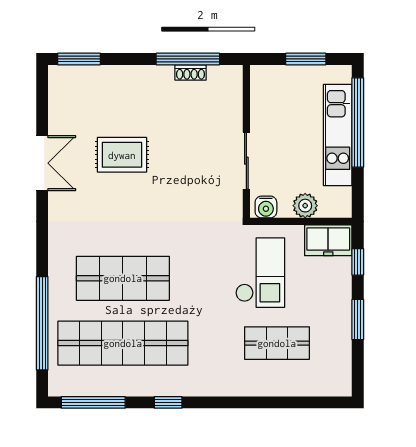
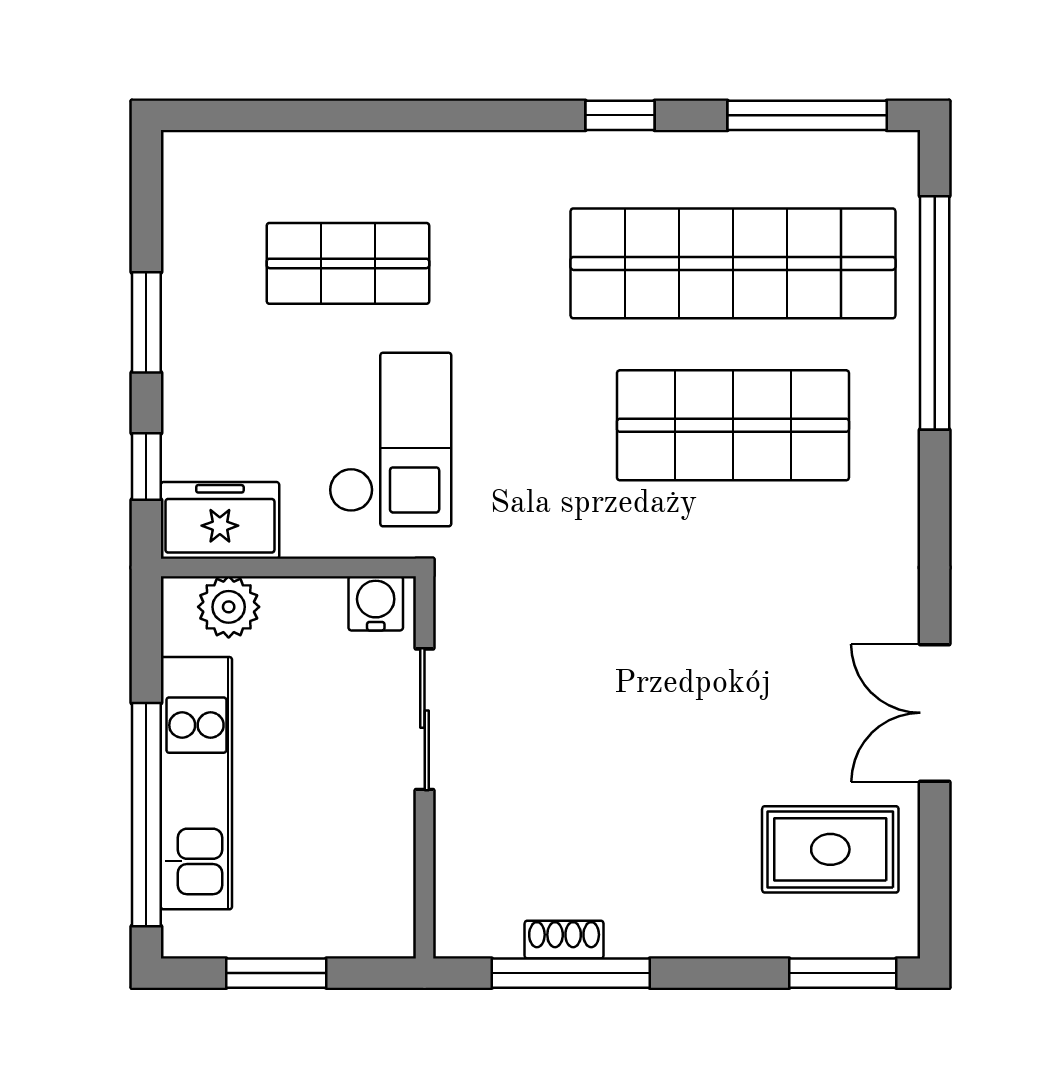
rug: (122, 155) -> (830, 849), moved
plant: (305, 206) -> (229, 607), moved
checkout: (260, 273) -> (390, 440), turned 180

